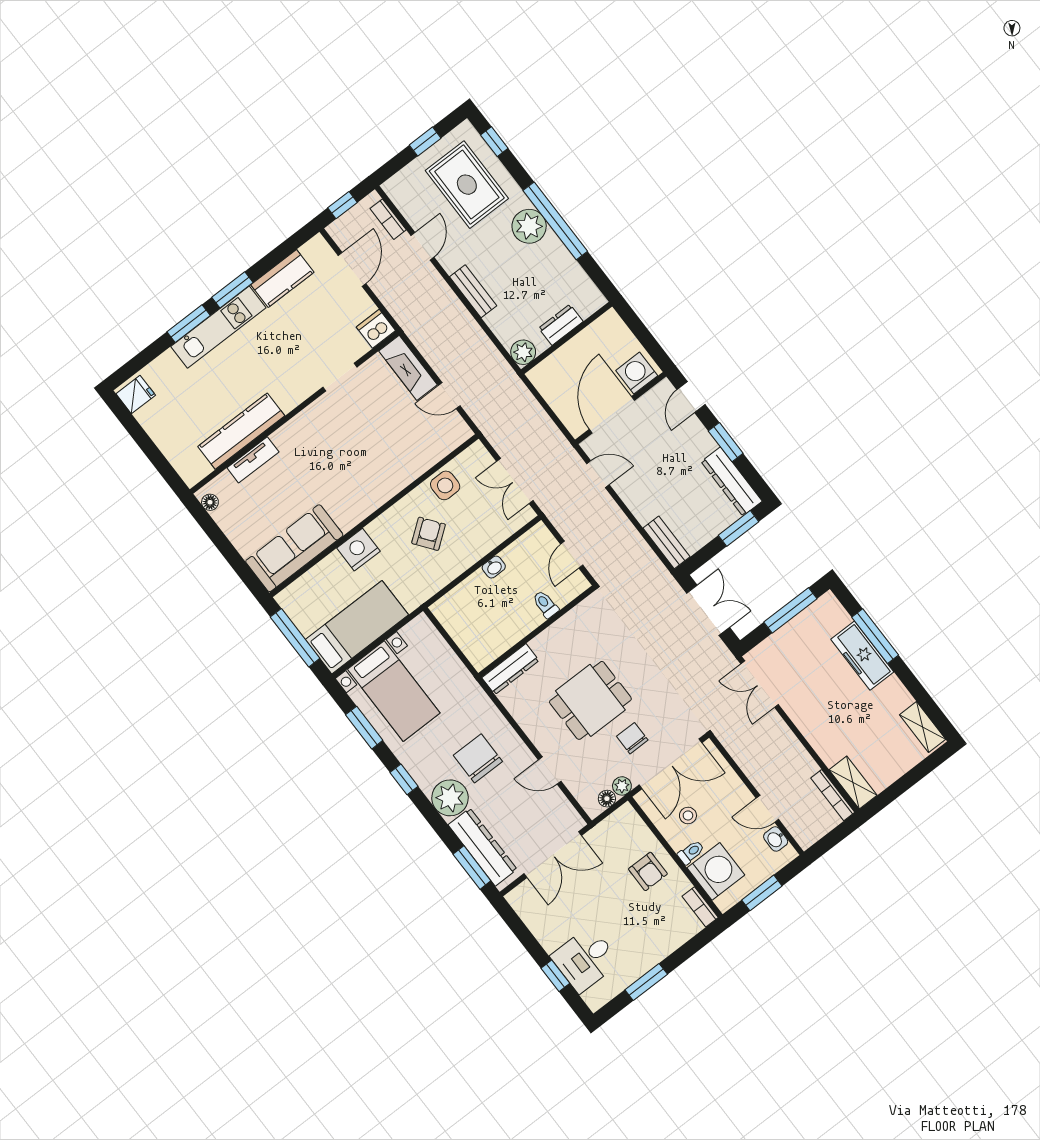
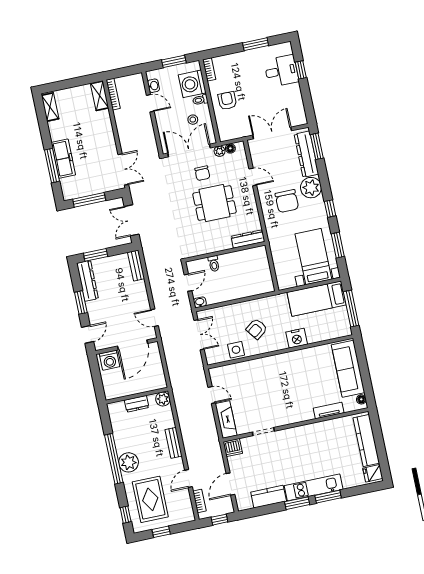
kitchen counter: (241, 431) -> (366, 440), moved, turned 90
sofa: (294, 548) -> (348, 369), moved, turned 90
washbasin: (494, 567) -> (200, 302), moved

